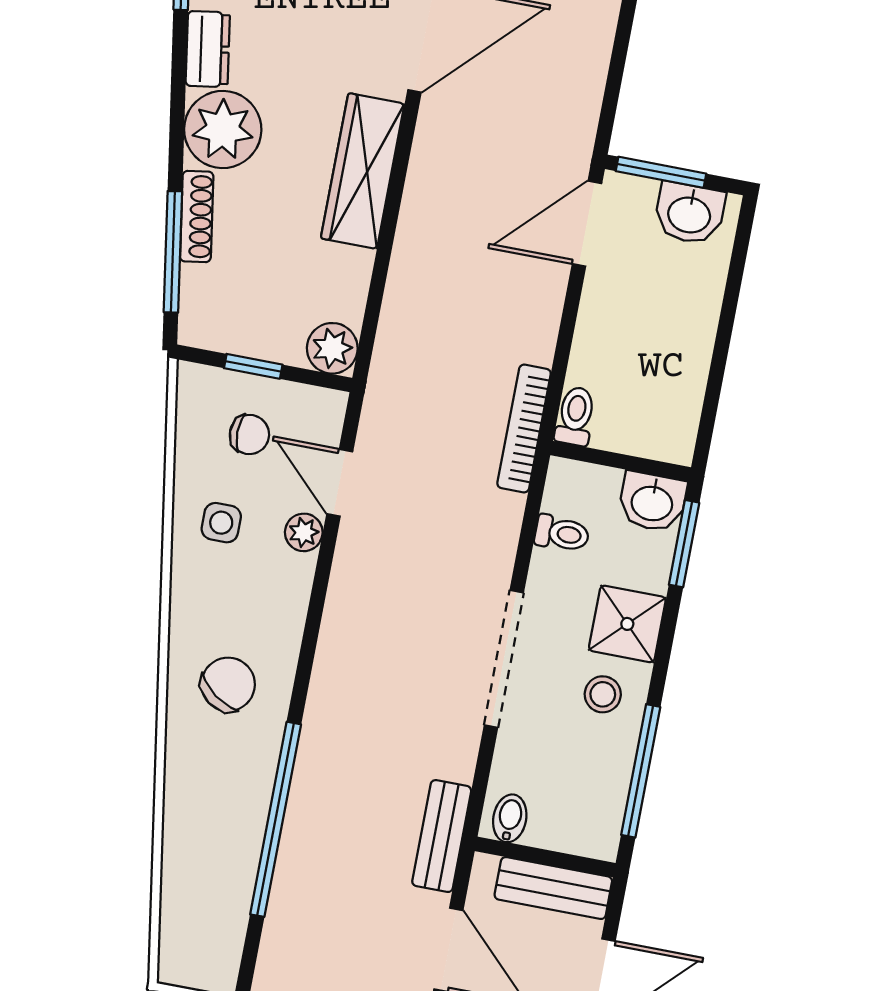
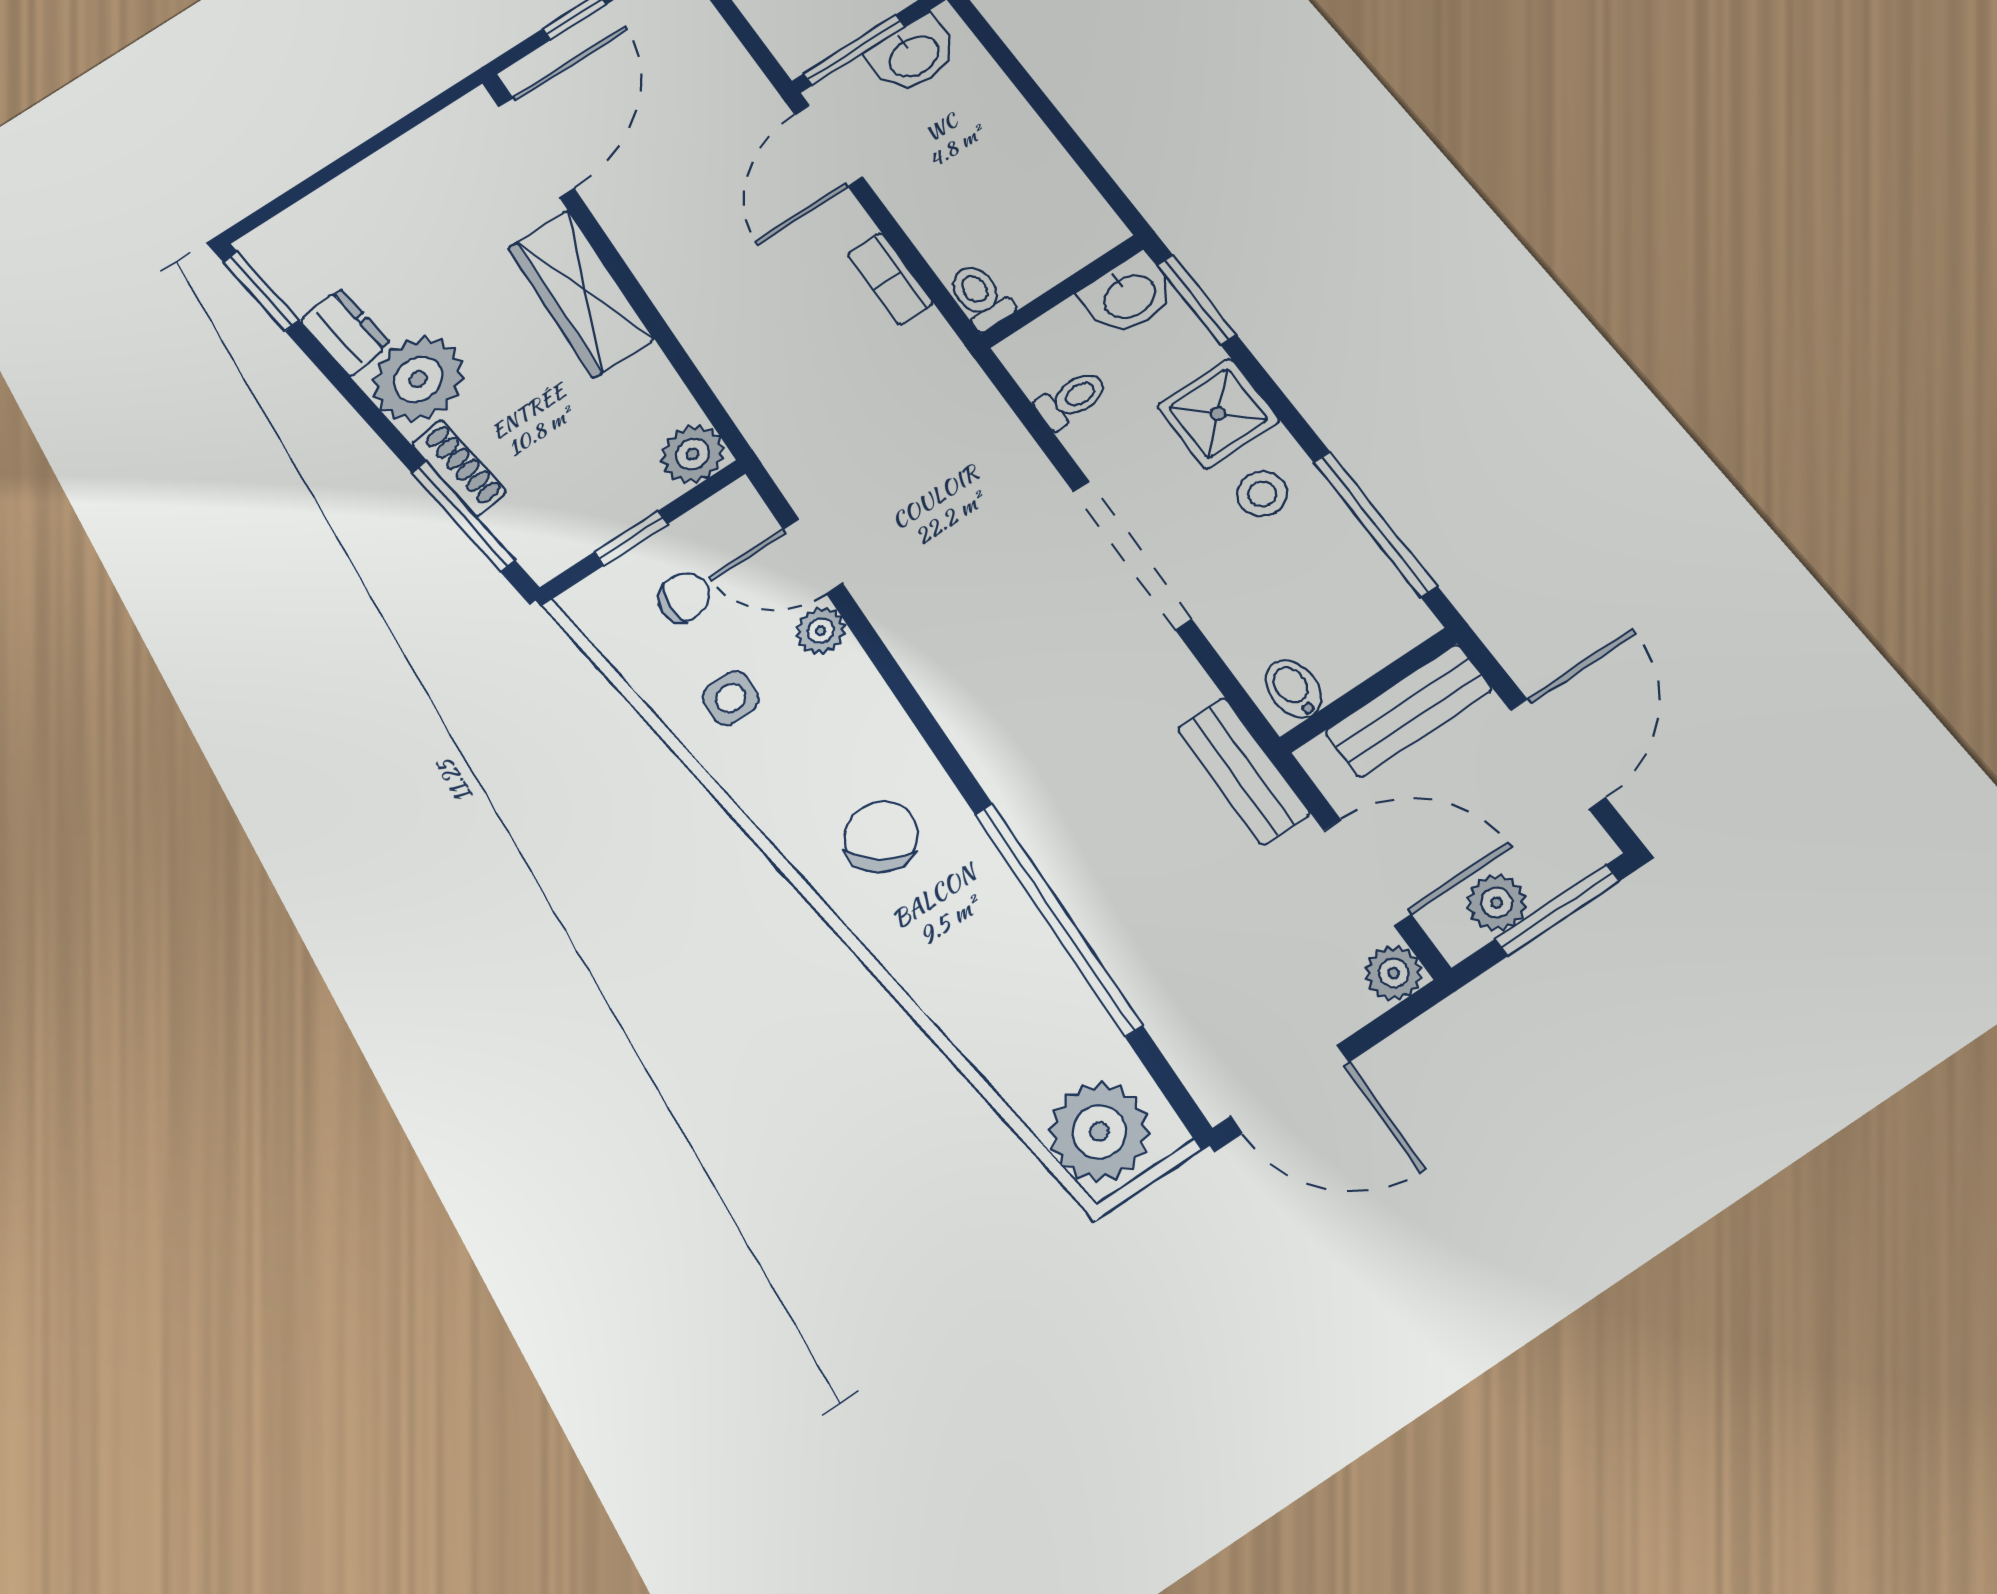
bookcase: (524, 429) -> (890, 279), moved, width x0.64
plant: (192, 949) -> (1099, 1132), added

